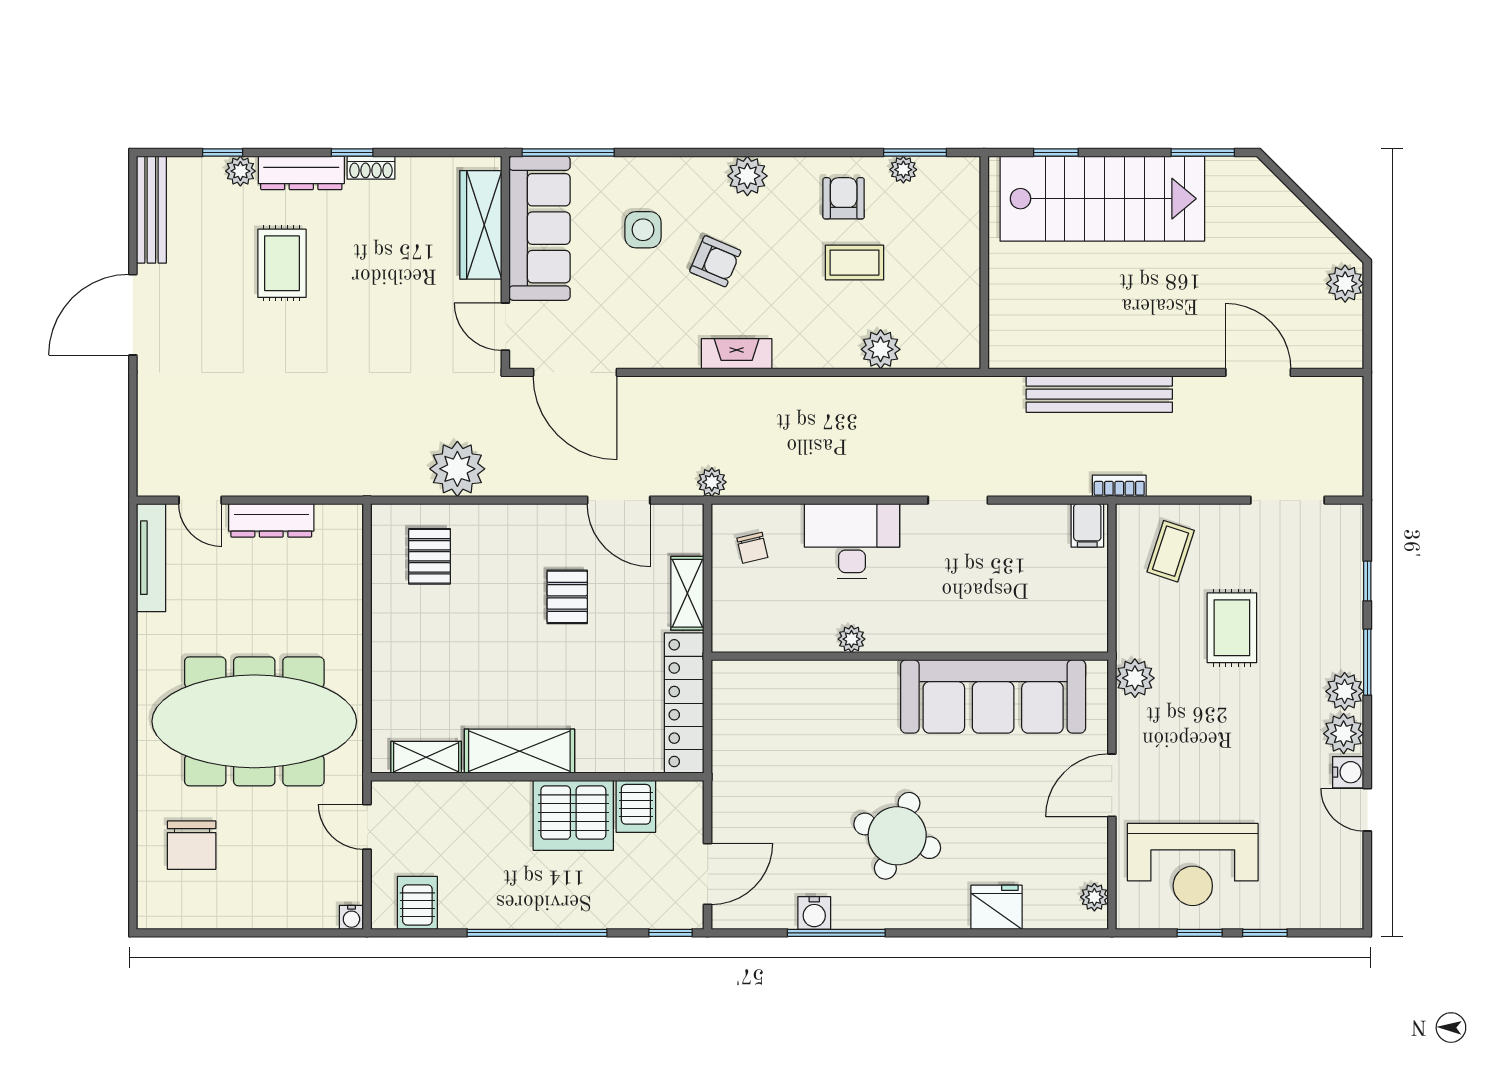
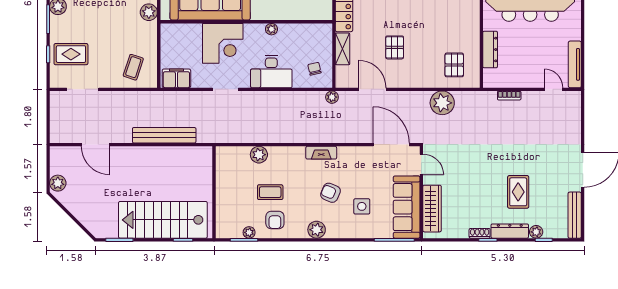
bookcase: (1119, 486) -> (509, 96), moved
dresser: (271, 520) -> (490, 50), moved, turned 90
filing cabinet: (1087, 525) -> (176, 78), width x2.00
corner desk: (964, 606) -> (223, 43), added
rug: (1232, 628) -> (71, 54), moved, turned 90

